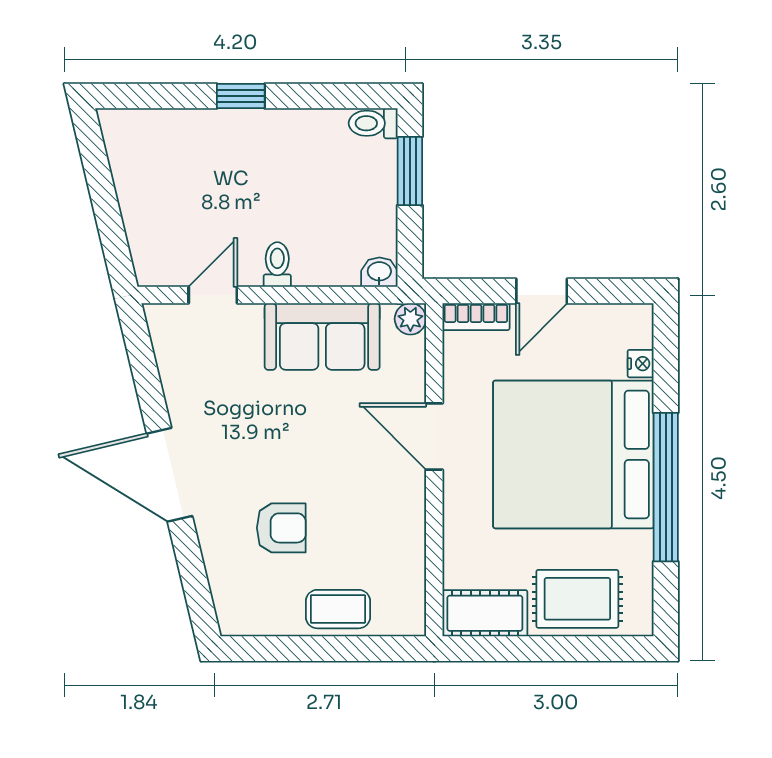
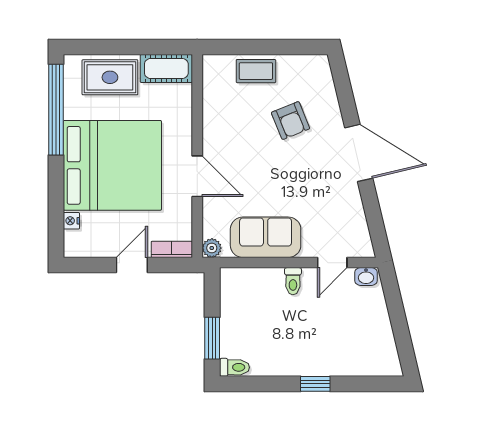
washbasin: (379, 272) -> (366, 276), moved
window: (666, 487) -> (56, 110), moved
armchair: (281, 528) -> (291, 121), turned -112

